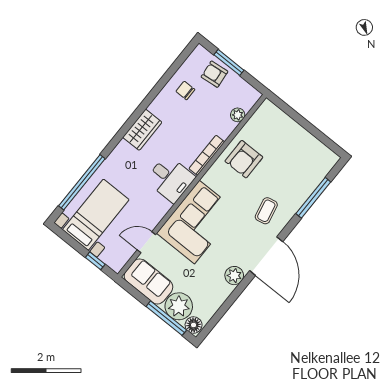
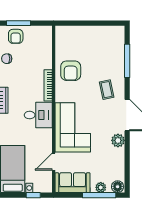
armchair: (214, 74) -> (16, 36), turned -84
plant: (238, 115) -> (47, 49), removed
plant: (179, 306) -> (101, 187), width x0.53, depth x0.53

